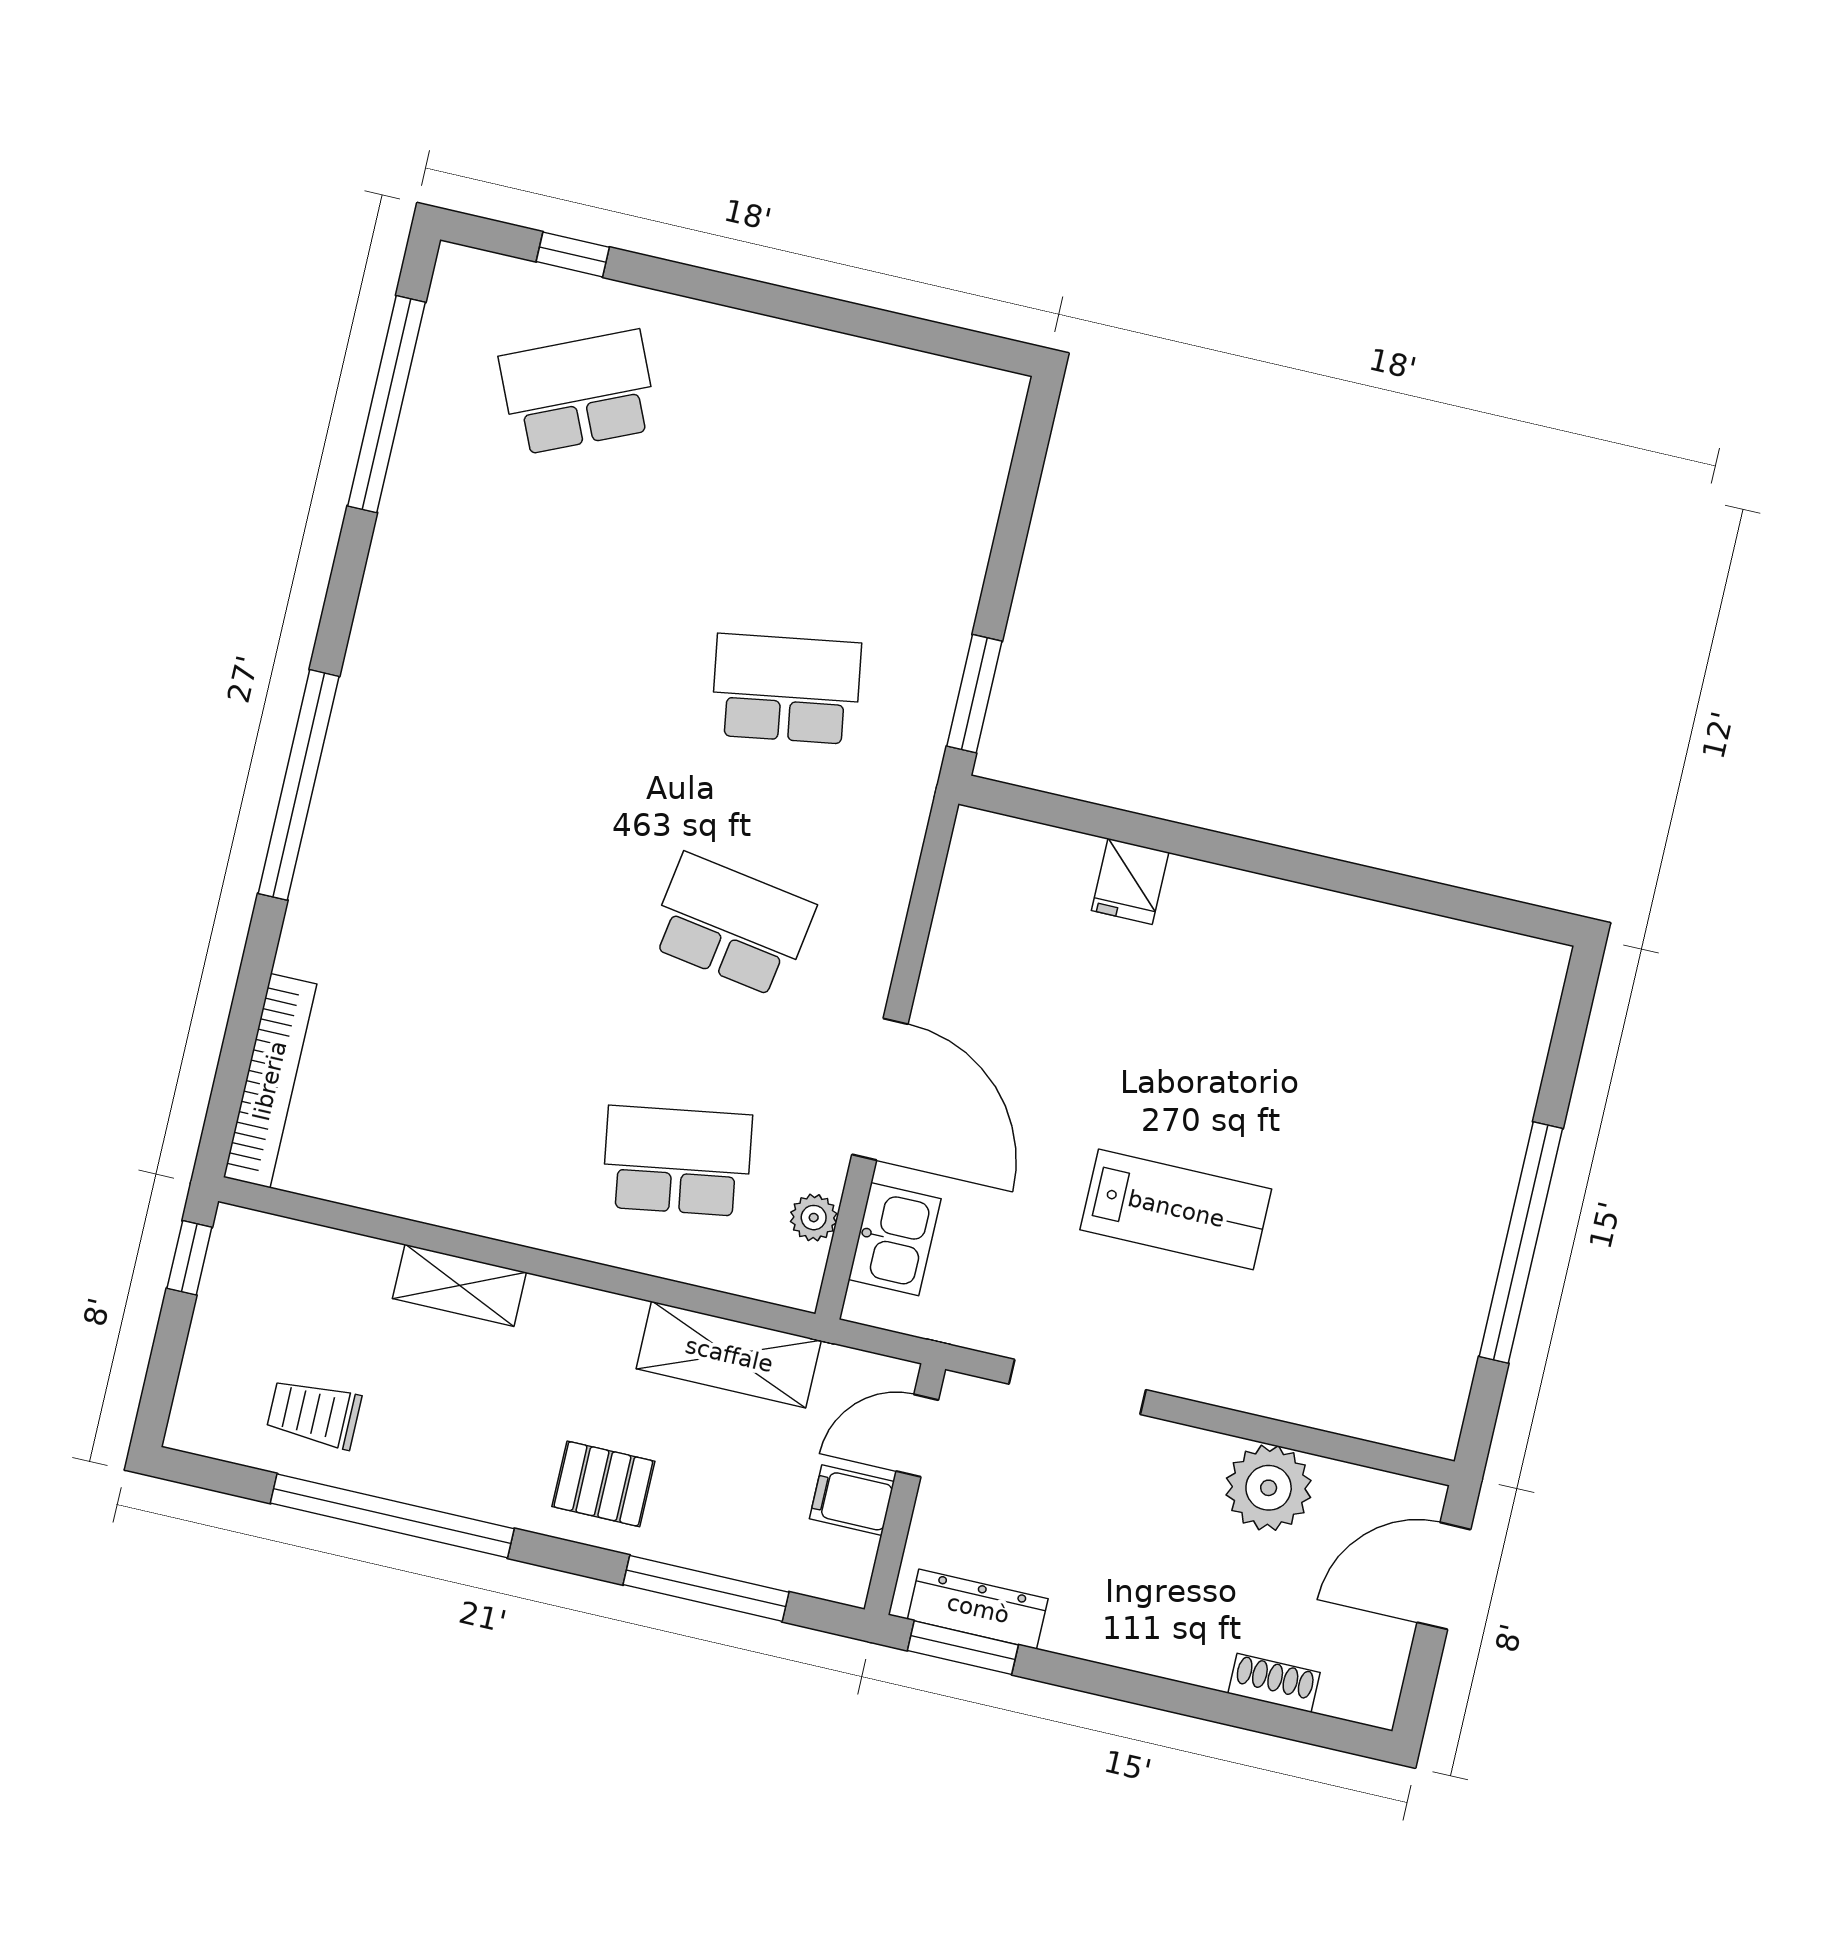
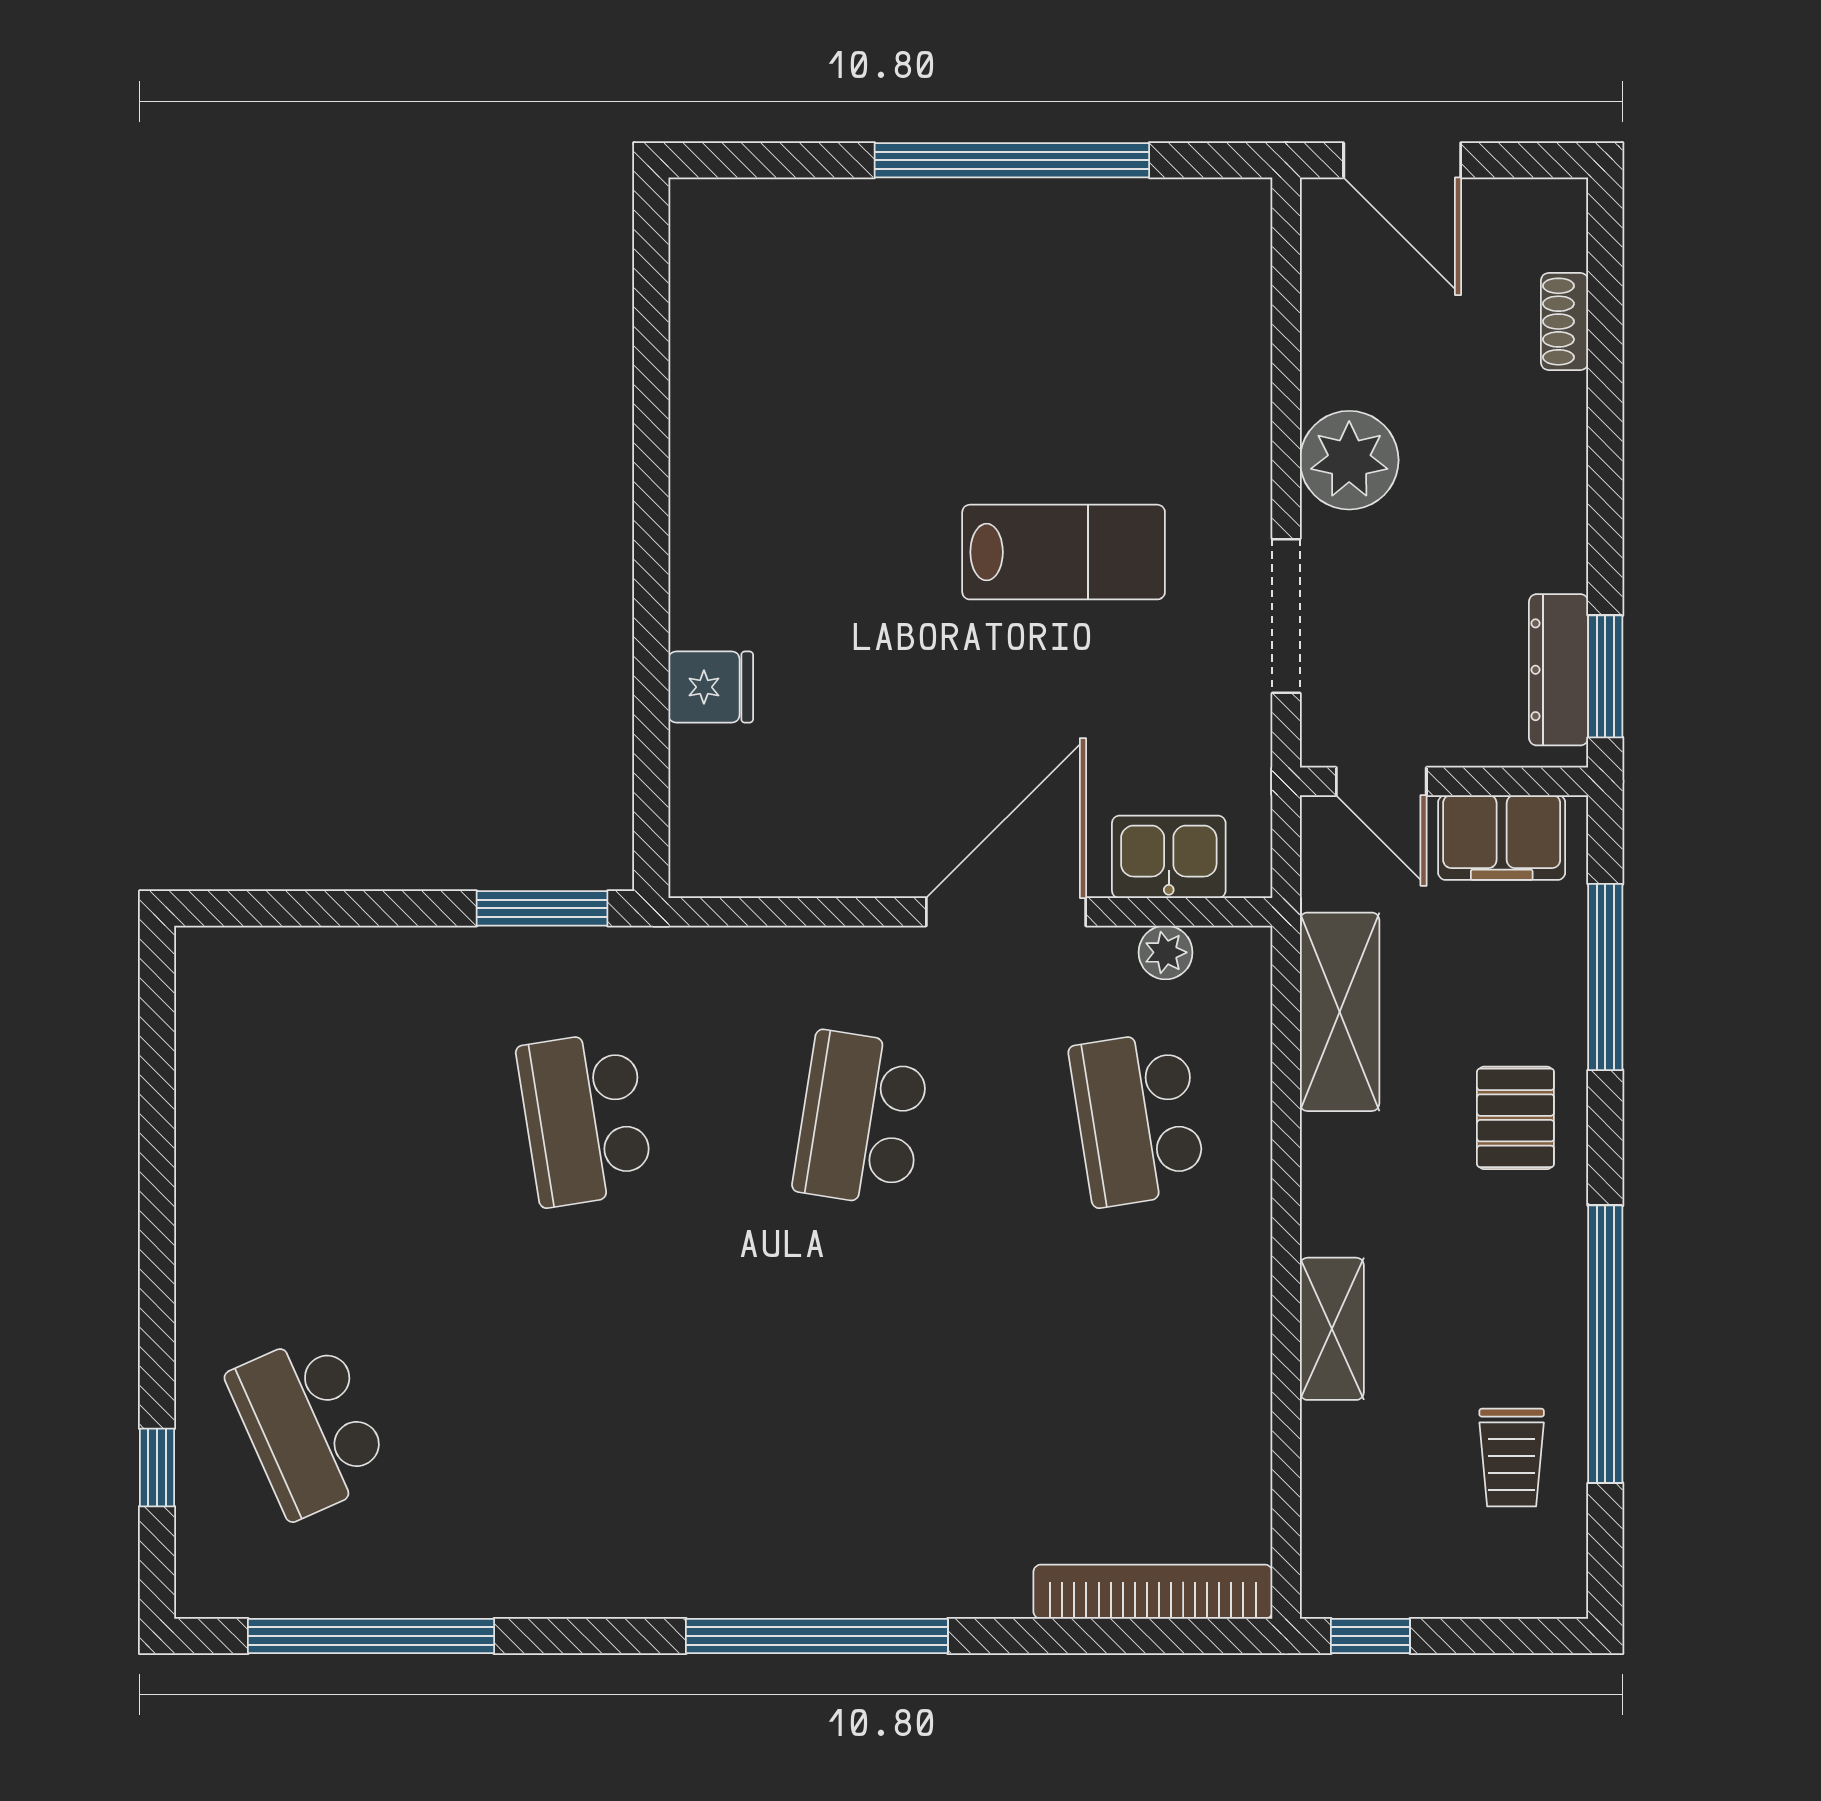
lab bench: (1176, 1209) -> (1064, 552), turned 90
plant: (1269, 1488) -> (1349, 460), moved
filing cabinet: (852, 1500) -> (1502, 837), width x2.00

